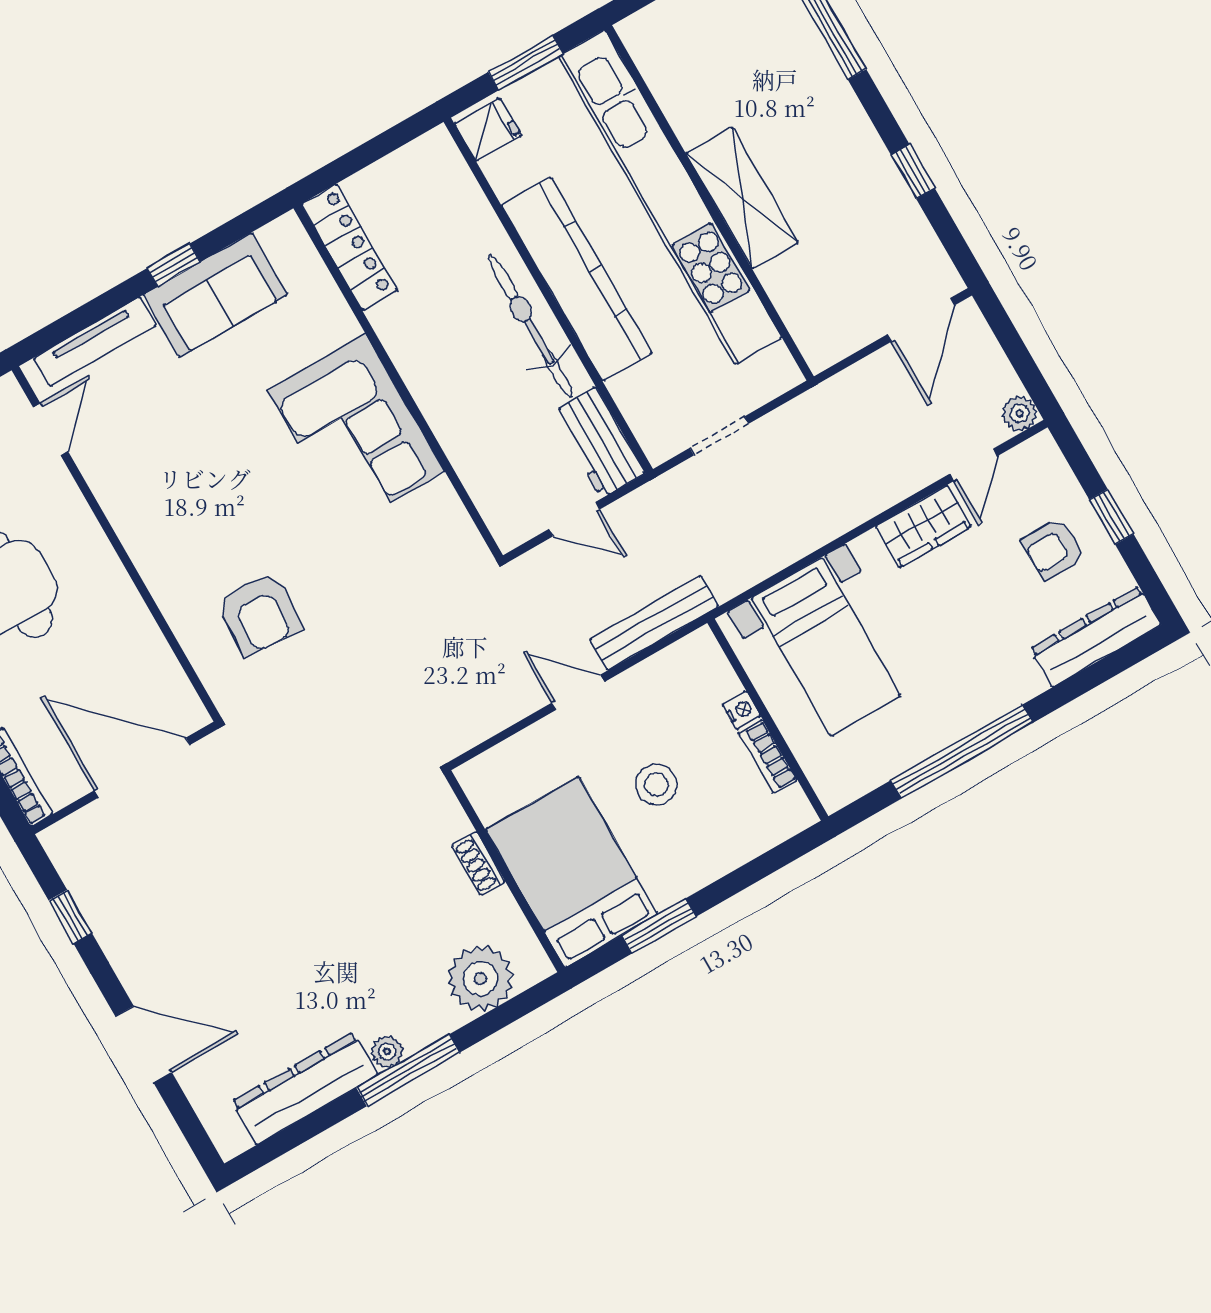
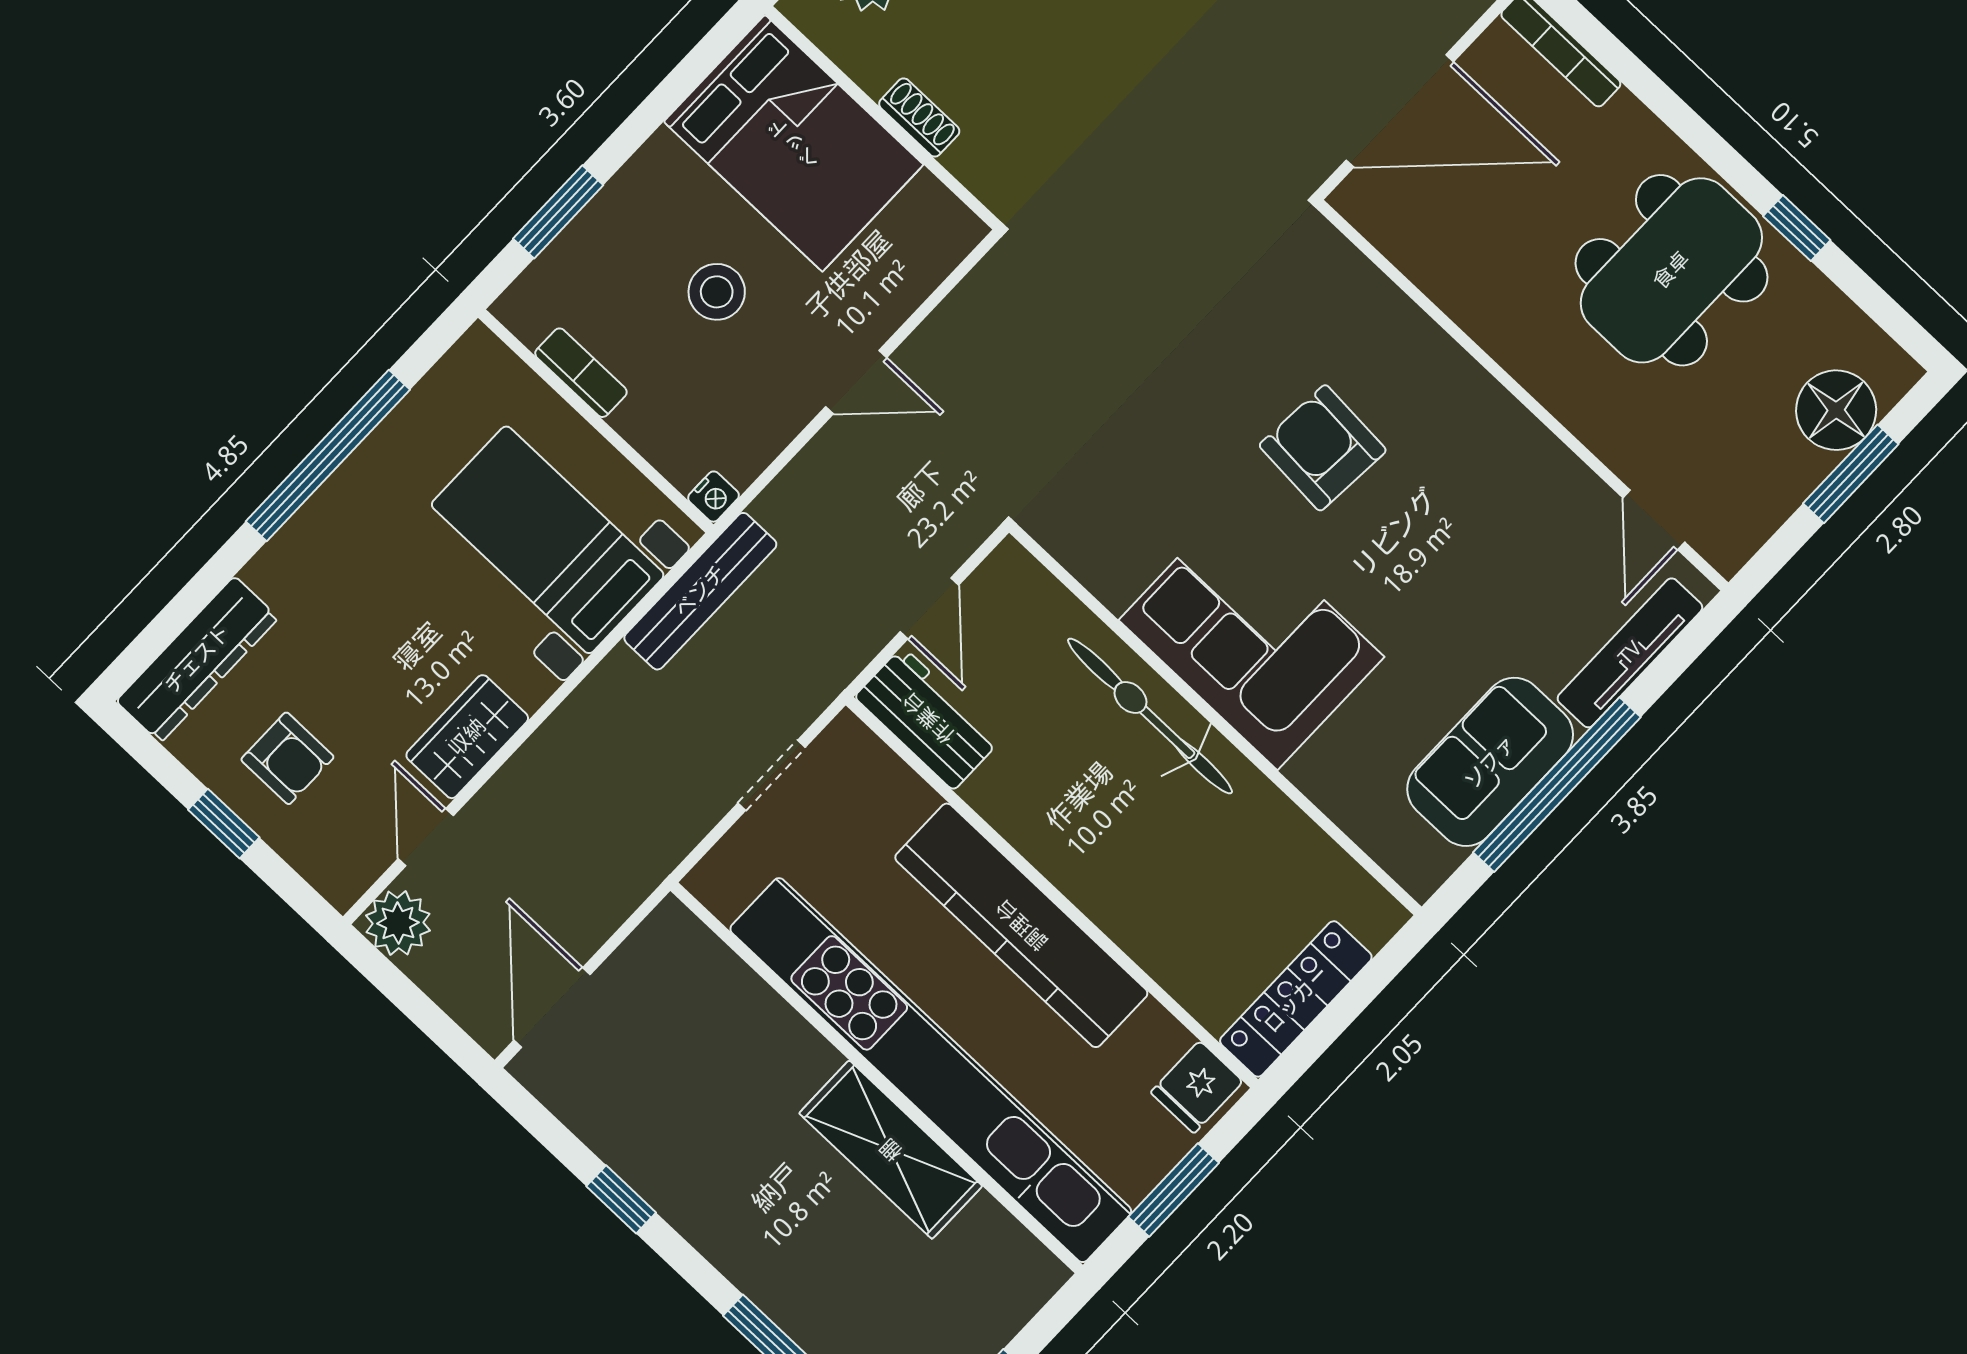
shelving: (742, 198) -> (891, 1150), moved
locker: (349, 247) -> (1296, 999), moved, turned 90
window: (174, 265) -> (1557, 785), width x3.17
bicycle: (530, 326) -> (1150, 716), moved, turned 180
plant: (1020, 413) -> (398, 923), width x1.38, depth x1.38
door: (574, 519) -> (929, 608), swing flipped
armchair: (1053, 549) -> (287, 758), turned 90
armchair: (259, 614) -> (1323, 448), moved
bench: (654, 623) -> (700, 591), moved
nightstand: (741, 710) -> (714, 497), moved, turned -90
window: (659, 926) -> (558, 212), moved

